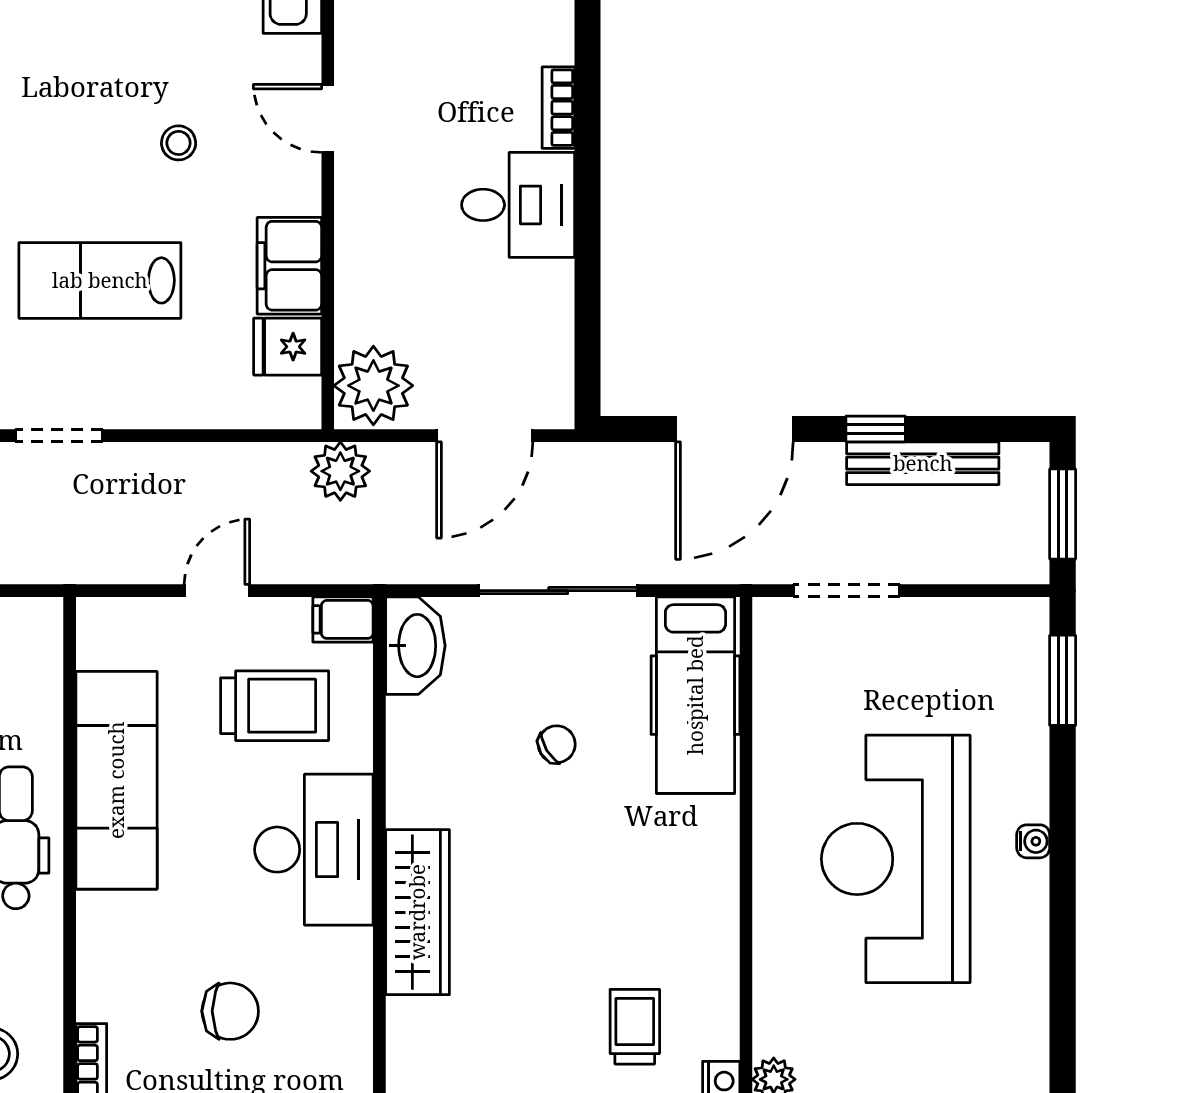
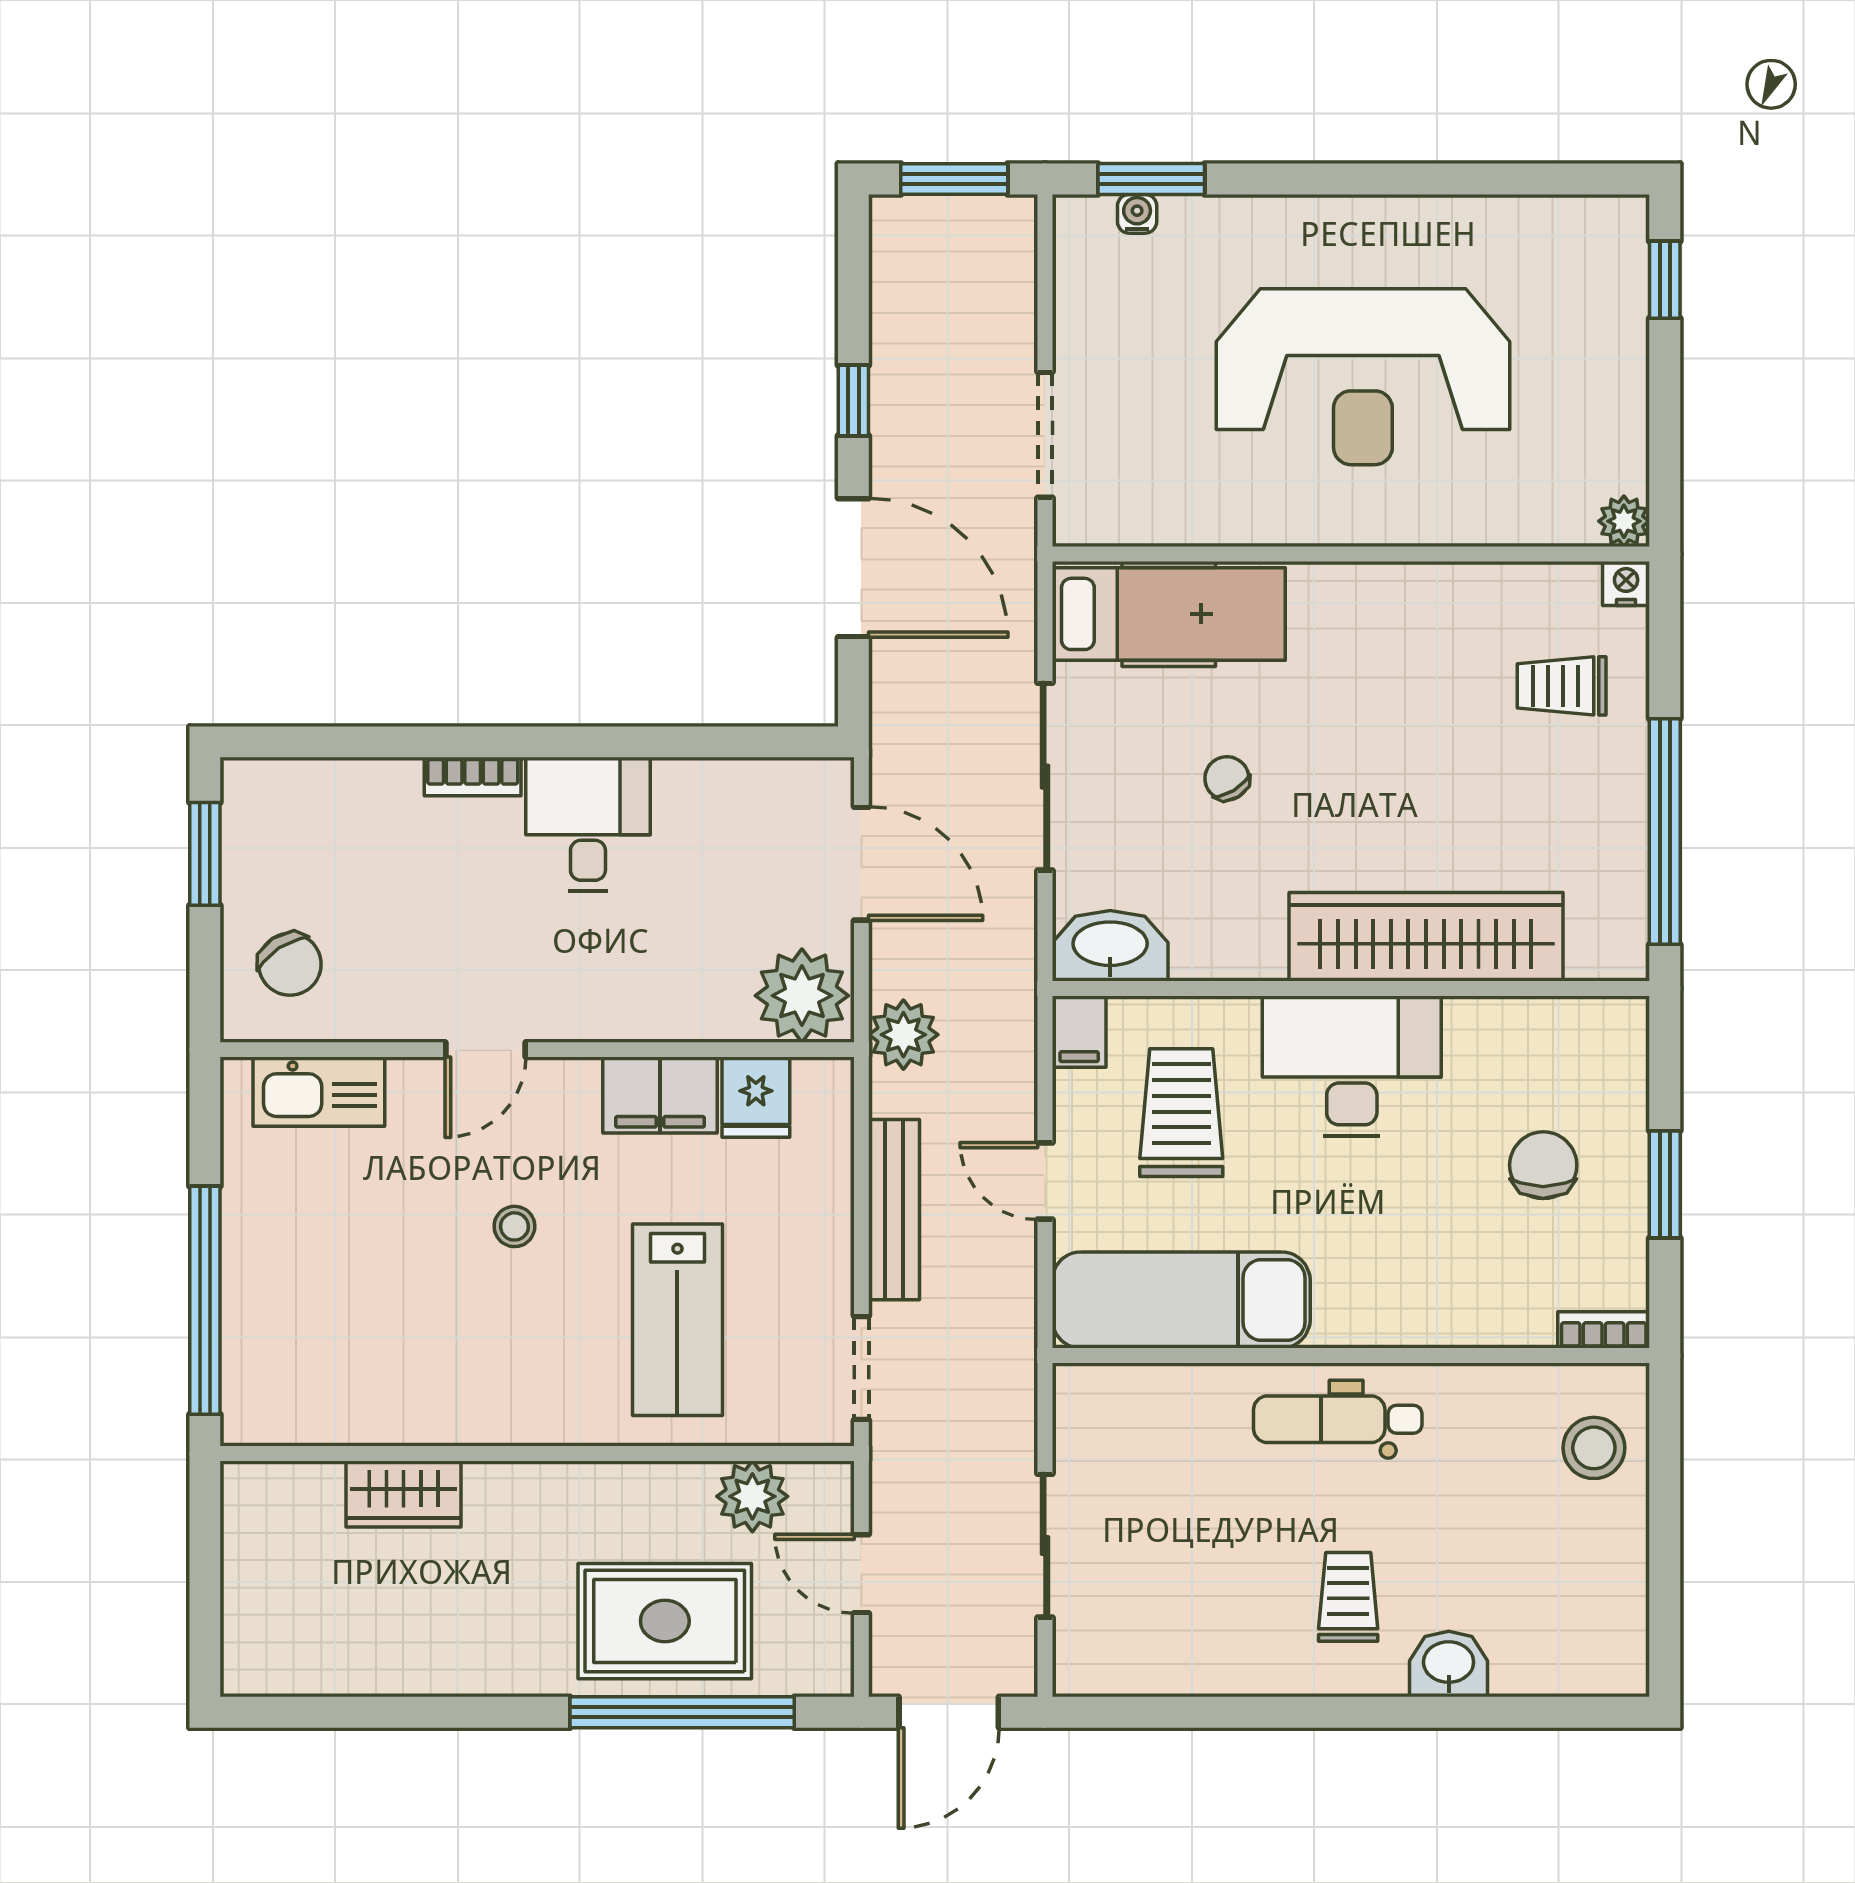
bench: (923, 463) -> (894, 1210), moved
exam couch: (116, 780) -> (1181, 1300), moved
water cooler: (1033, 841) -> (1137, 214), moved
wardrobe: (417, 912) -> (1426, 937), width x1.40, depth x1.17

